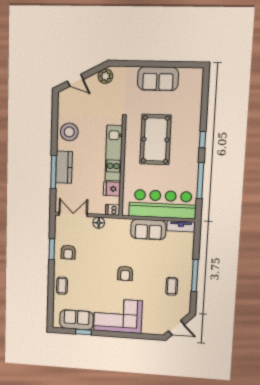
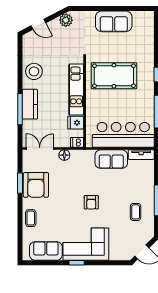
pool table: (155, 139) -> (114, 76), turned 90
armchair: (68, 252) -> (36, 185), width x1.88, depth x1.88
window: (83, 332) -> (77, 263), moved

